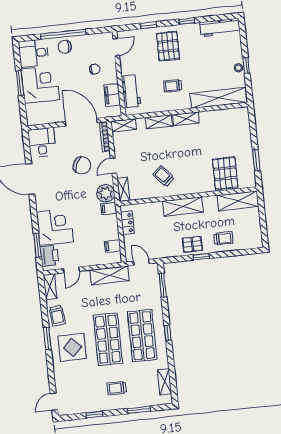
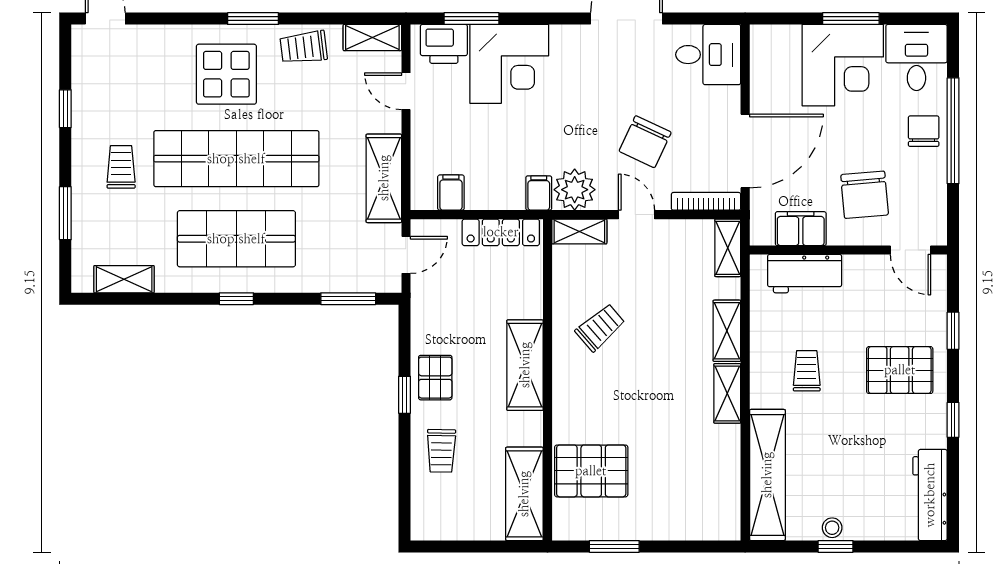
chair: (95, 69) -> (865, 195), width x1.87, depth x1.87
locker: (127, 223) -> (501, 232), width x1.53
shop shelf: (108, 339) -> (236, 159), width x1.40

